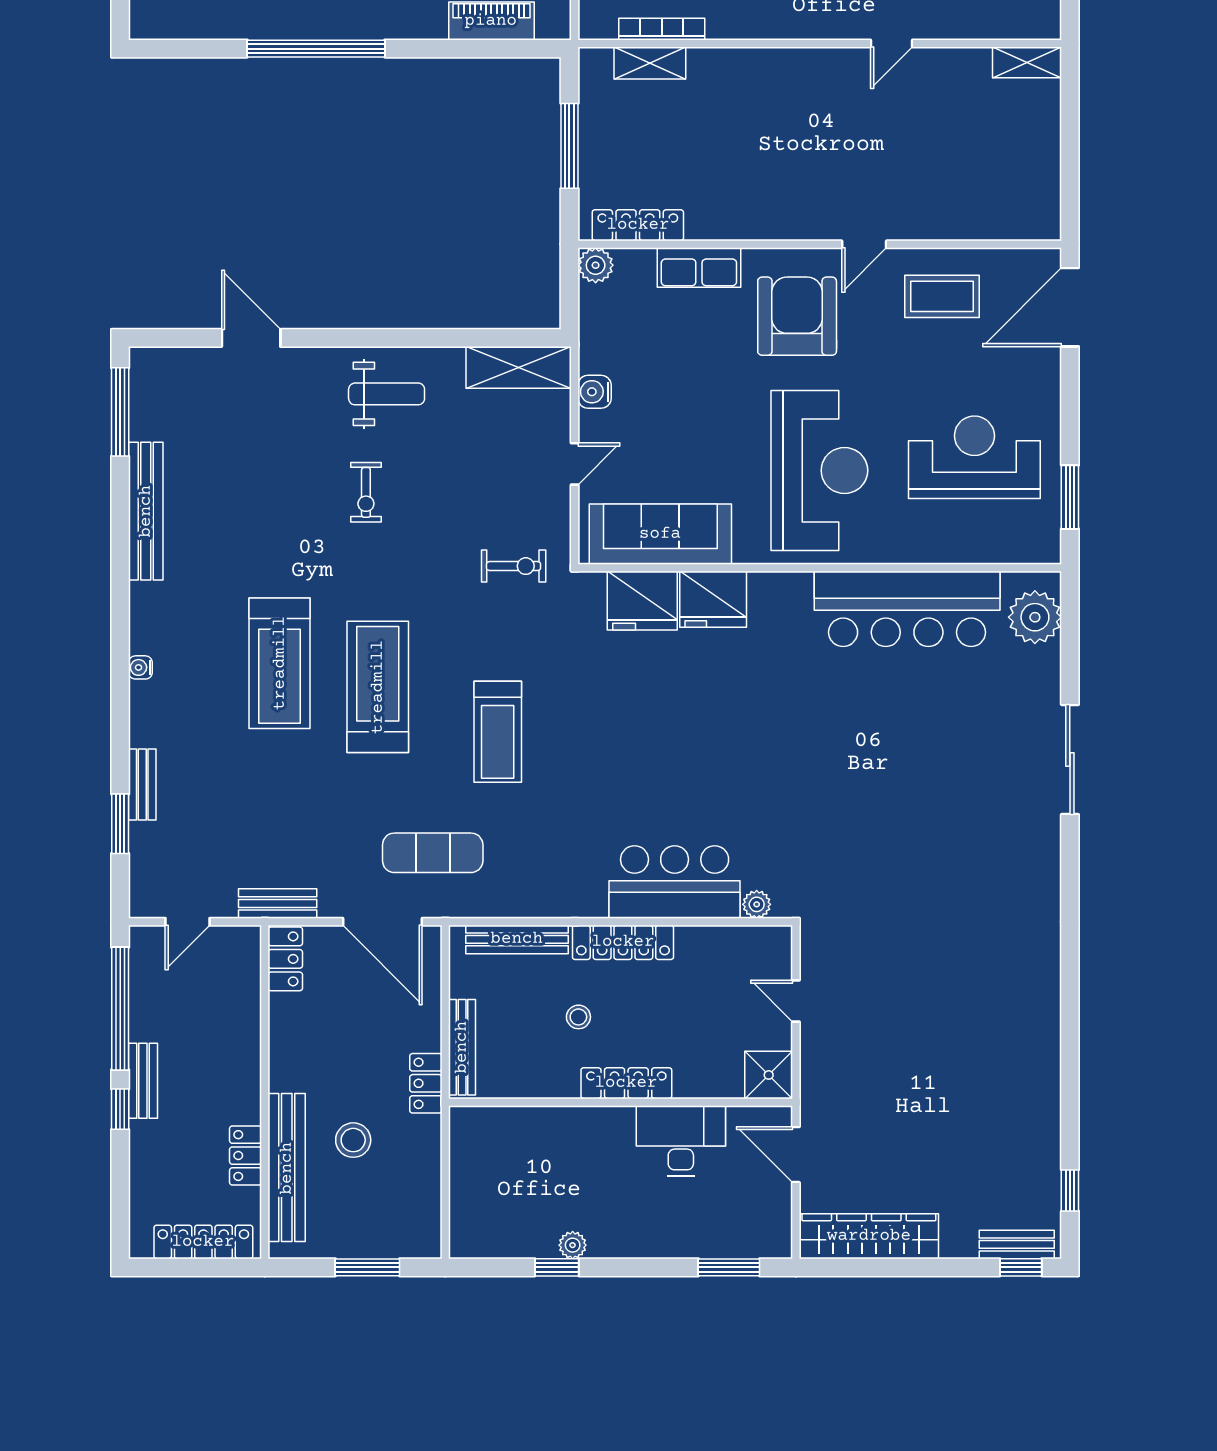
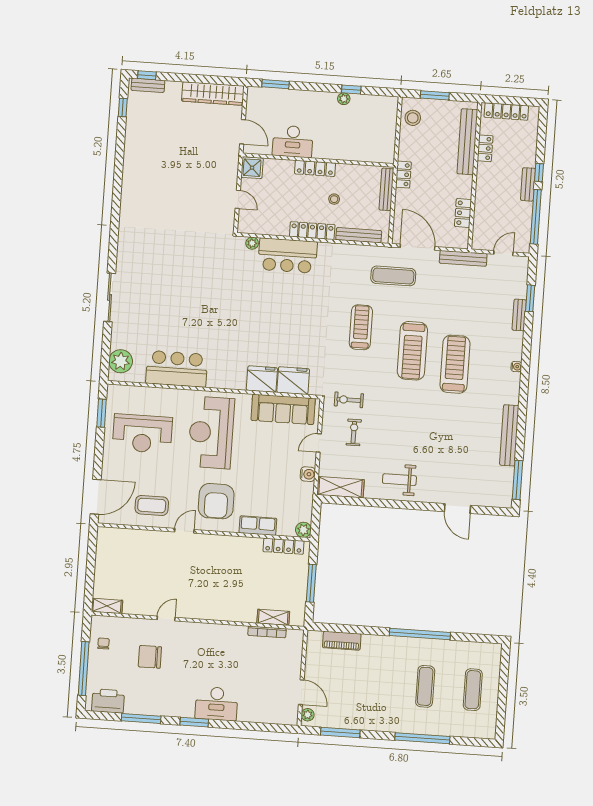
exercise bike: (366, 492) -> (354, 432), moved
bar counter: (907, 609) -> (177, 369), width x0.73
bench: (278, 903) -> (463, 258), width x1.36
locker: (285, 959) -> (463, 213), moved
stool: (353, 1140) -> (413, 118), moved

